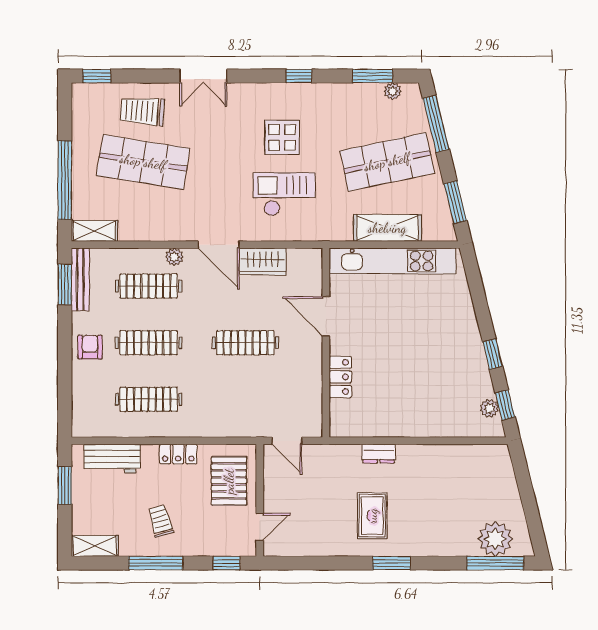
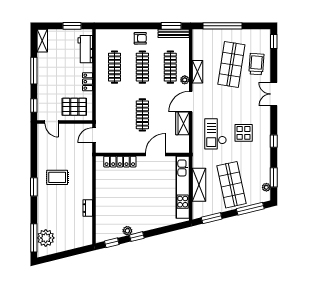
checkout: (284, 194) -> (216, 134), turned 180
shelving: (94, 231) -> (197, 72), moved
locker: (340, 377) -> (120, 162), width x1.53
plant: (489, 408) -> (127, 231), moved
dresser: (379, 454) -> (88, 208), moved
trolley: (161, 521) -> (55, 73), removed

